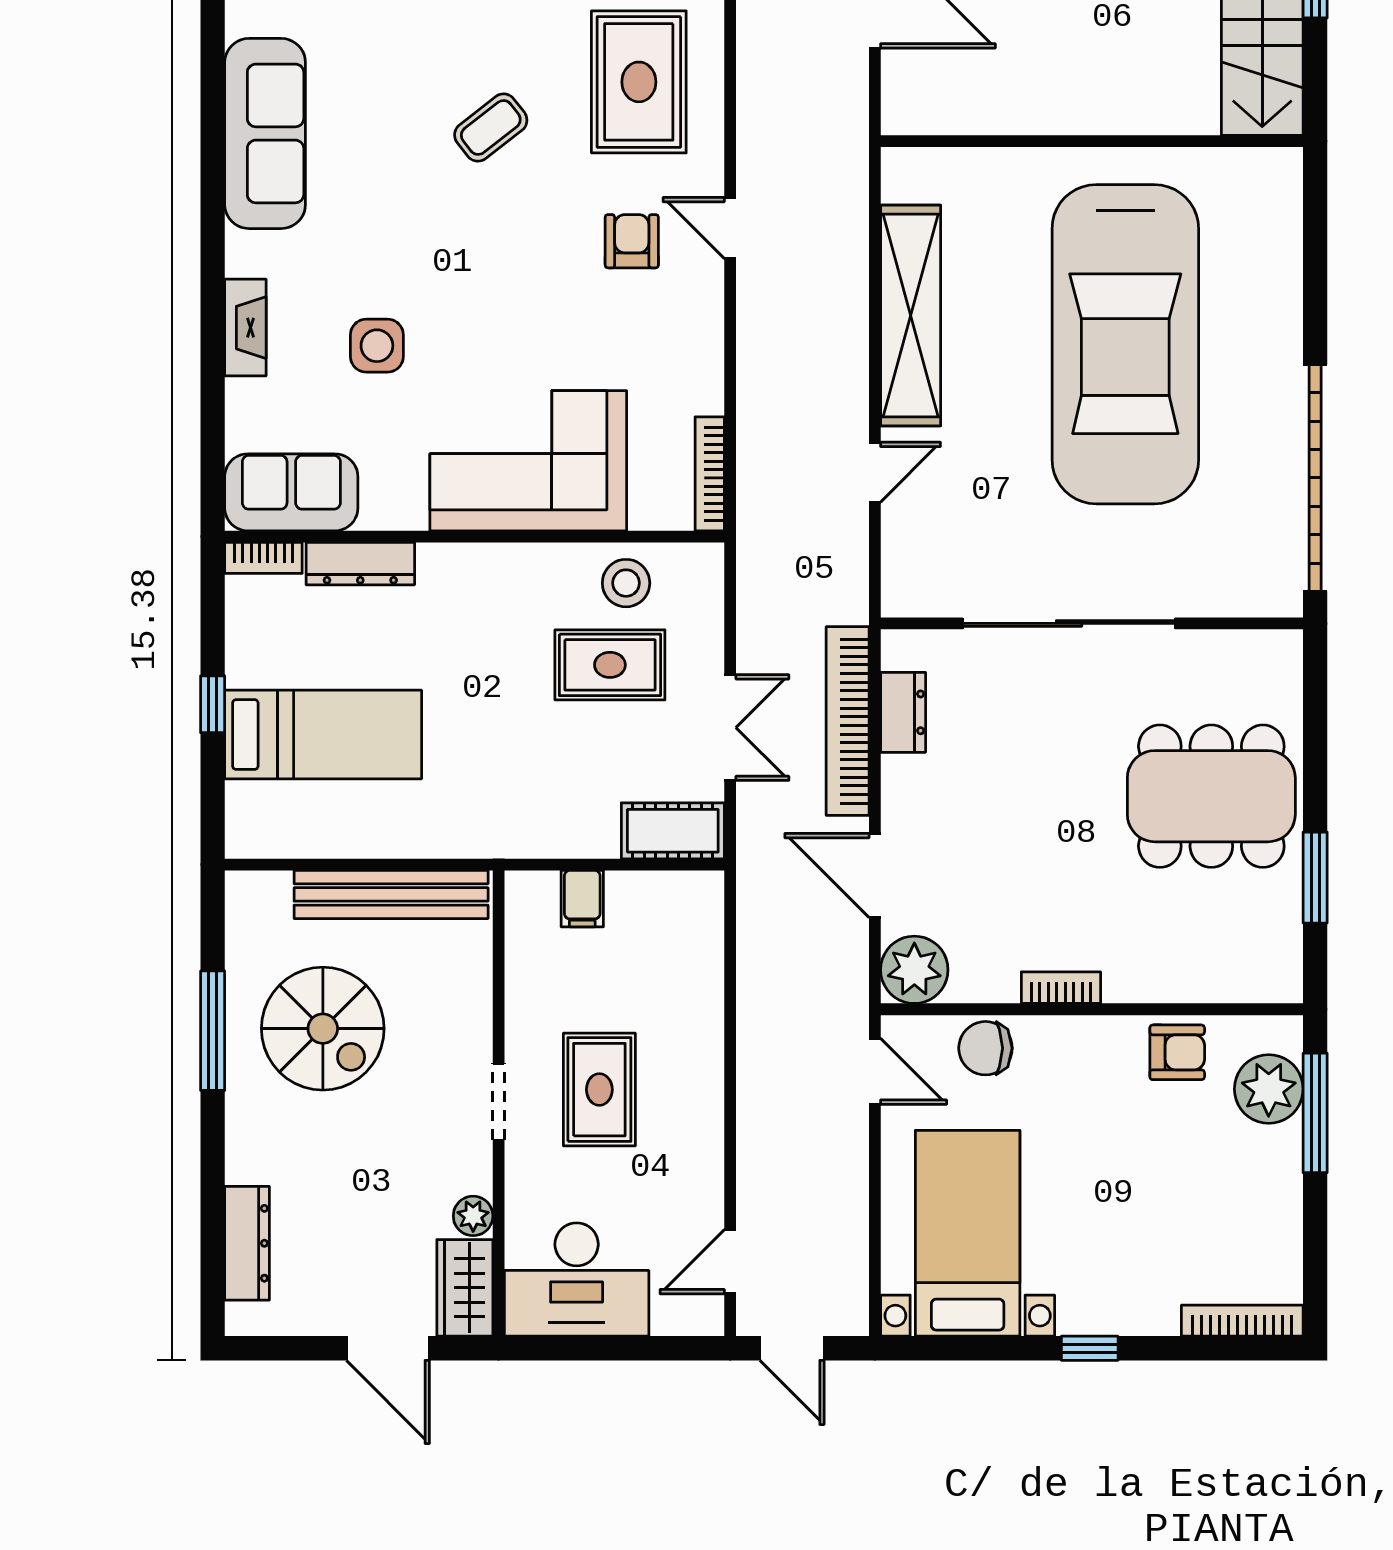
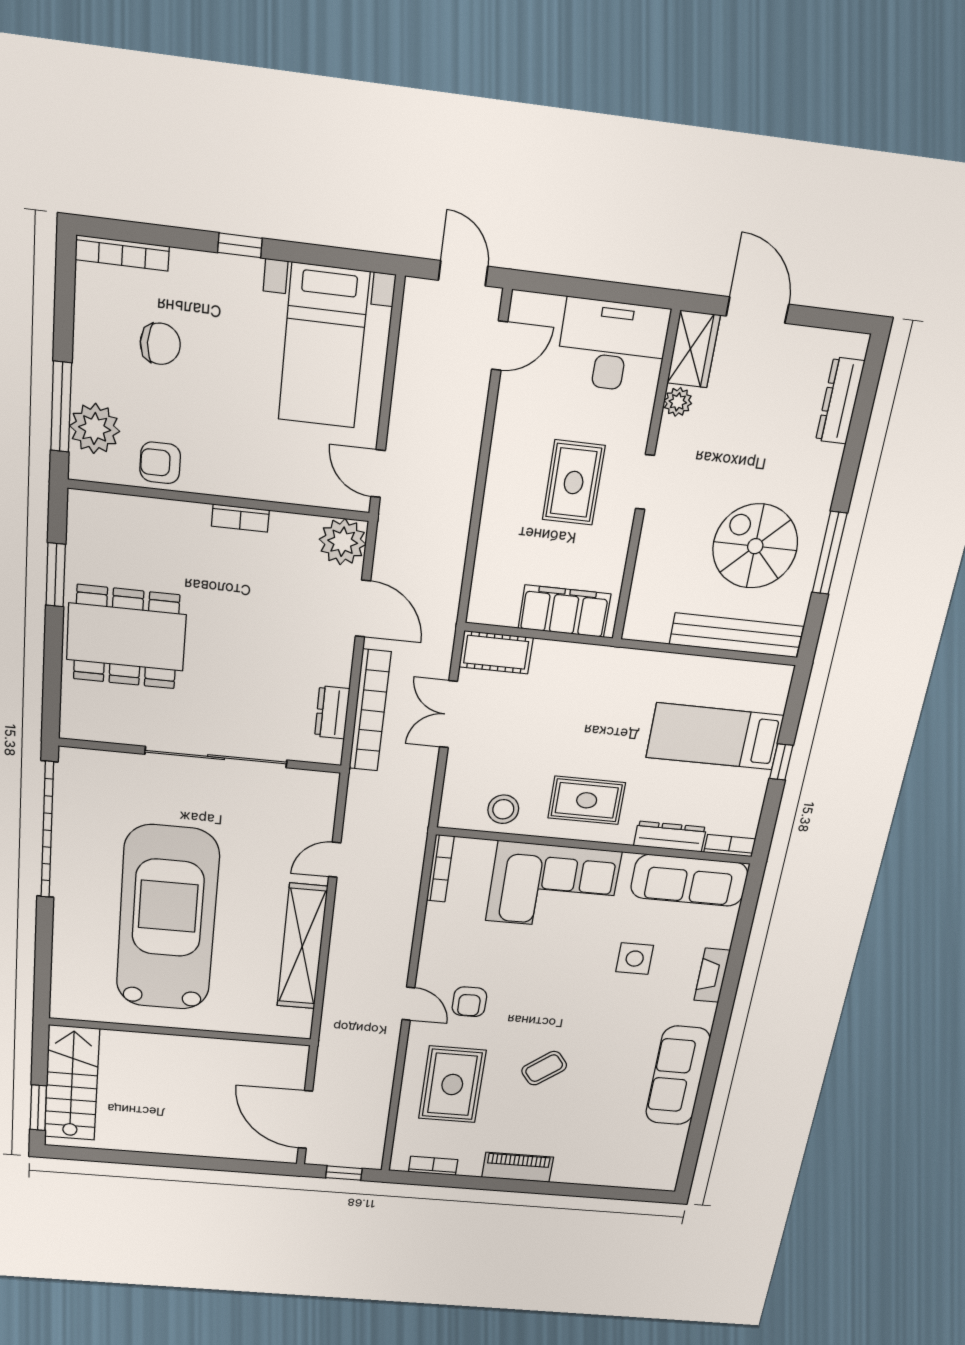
sofa: (291, 492) -> (689, 880), width x1.36
rug: (610, 665) -> (587, 800), moved
bench: (391, 894) -> (736, 635), moved
filing cabinet: (582, 899) -> (564, 611), width x3.00, depth x1.17
chair: (985, 1048) -> (160, 344), moved

